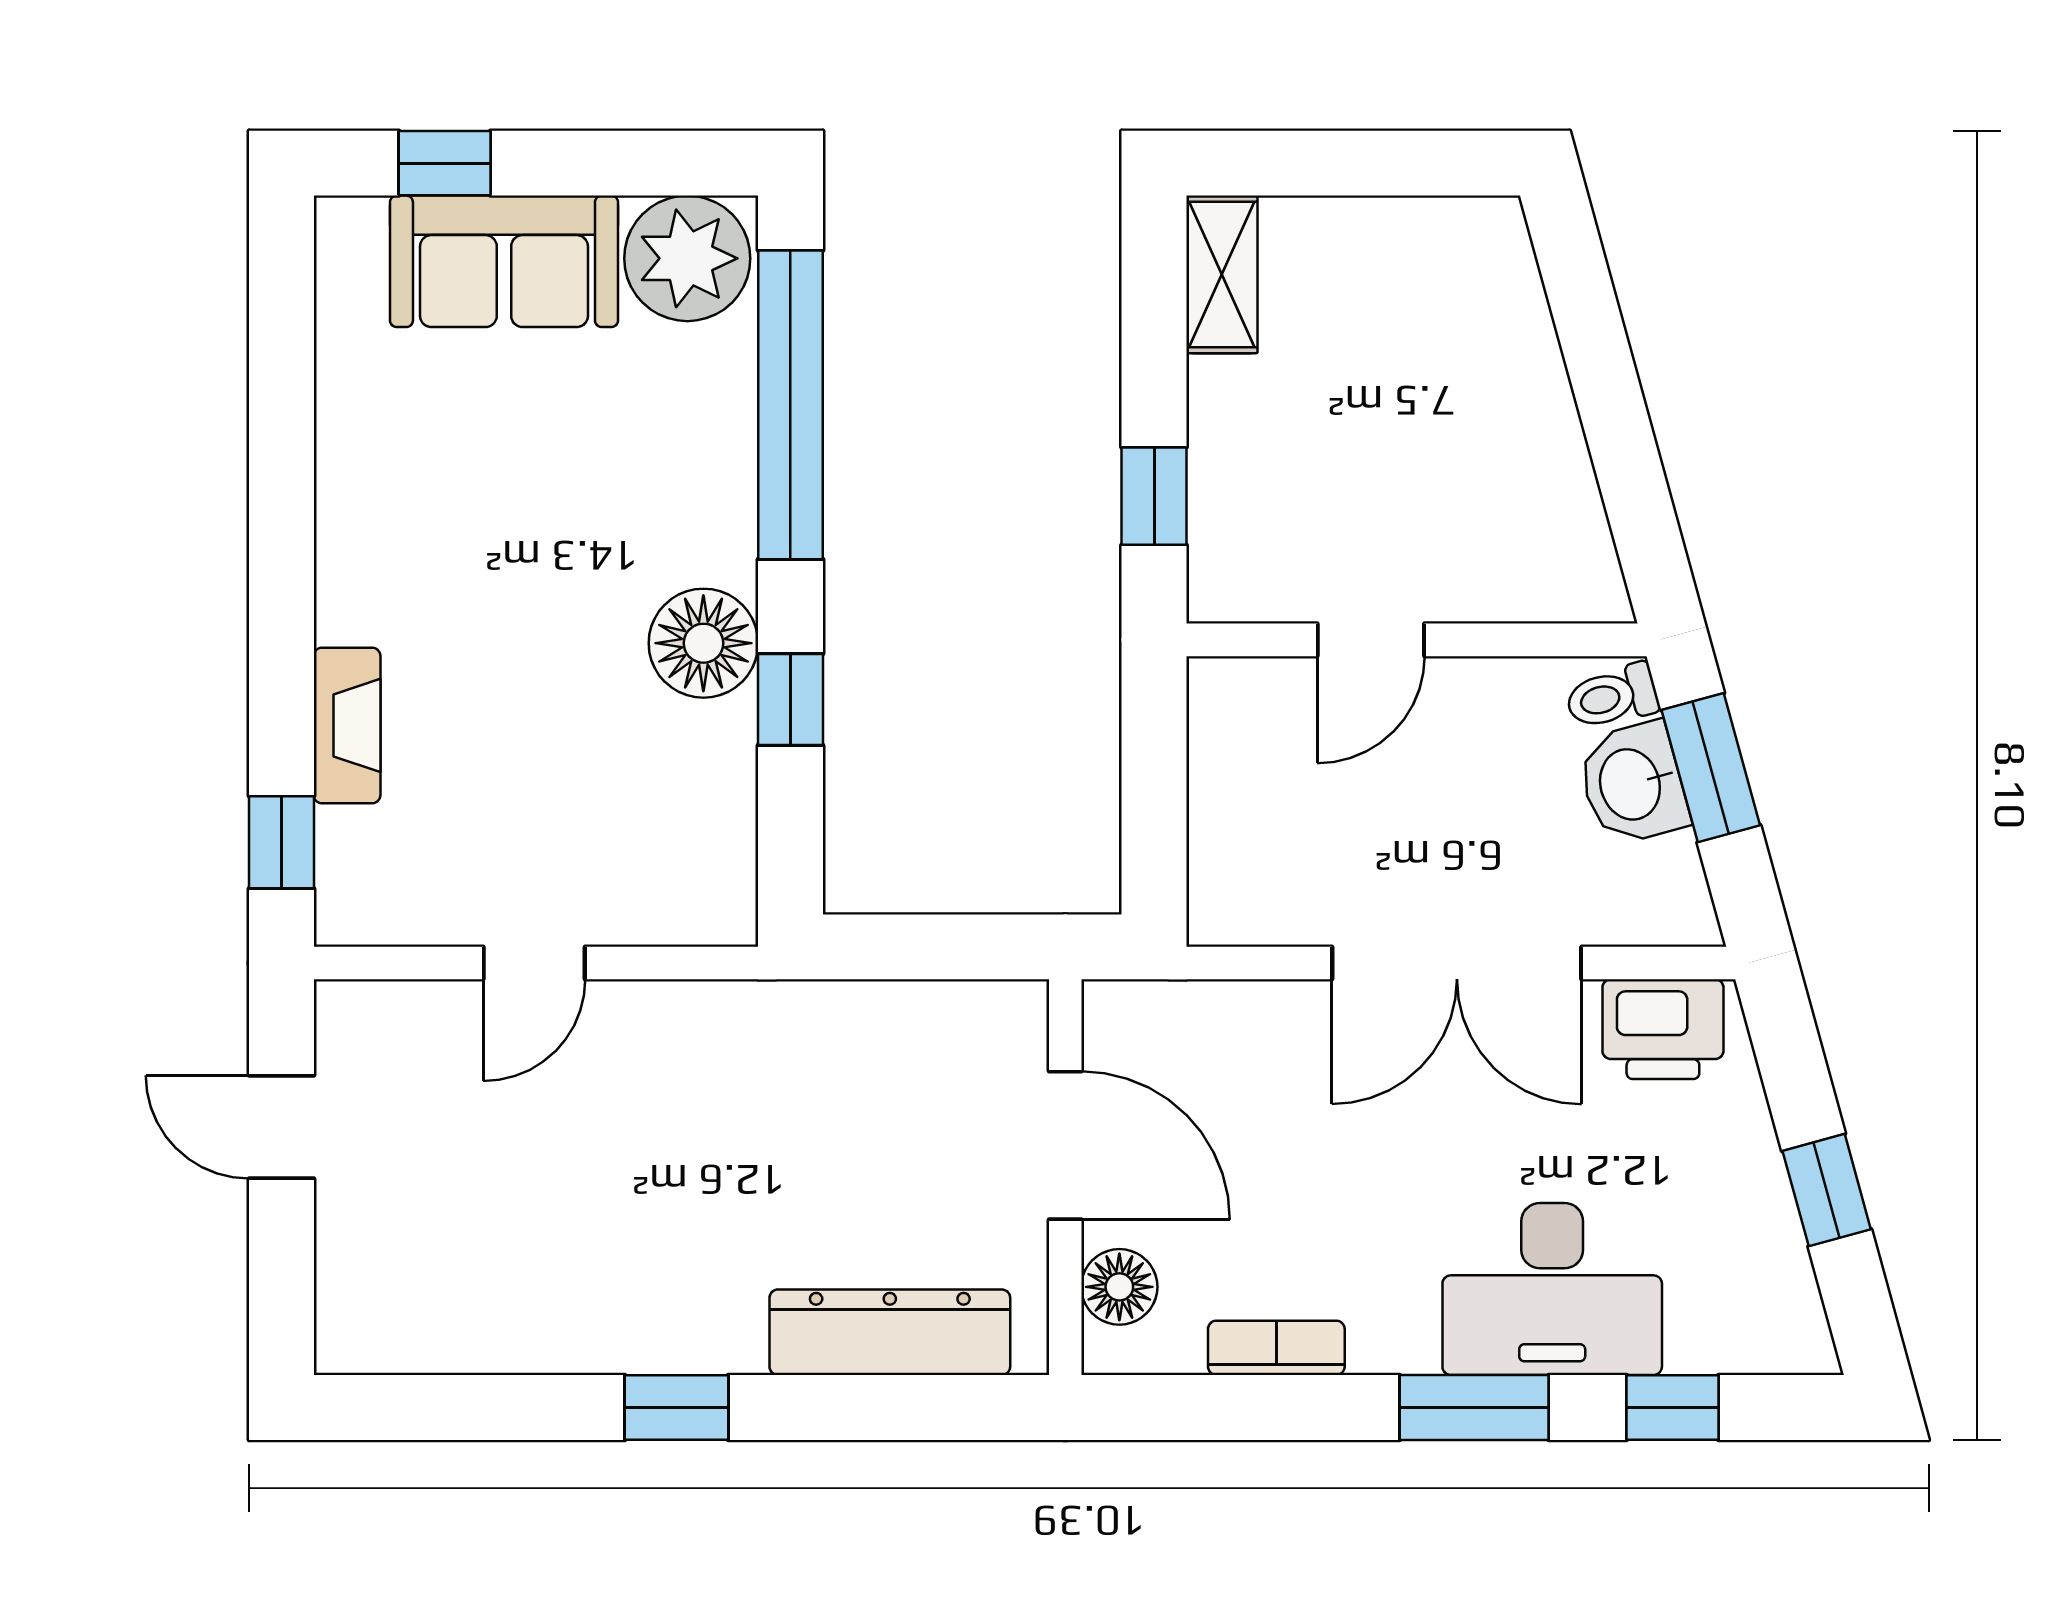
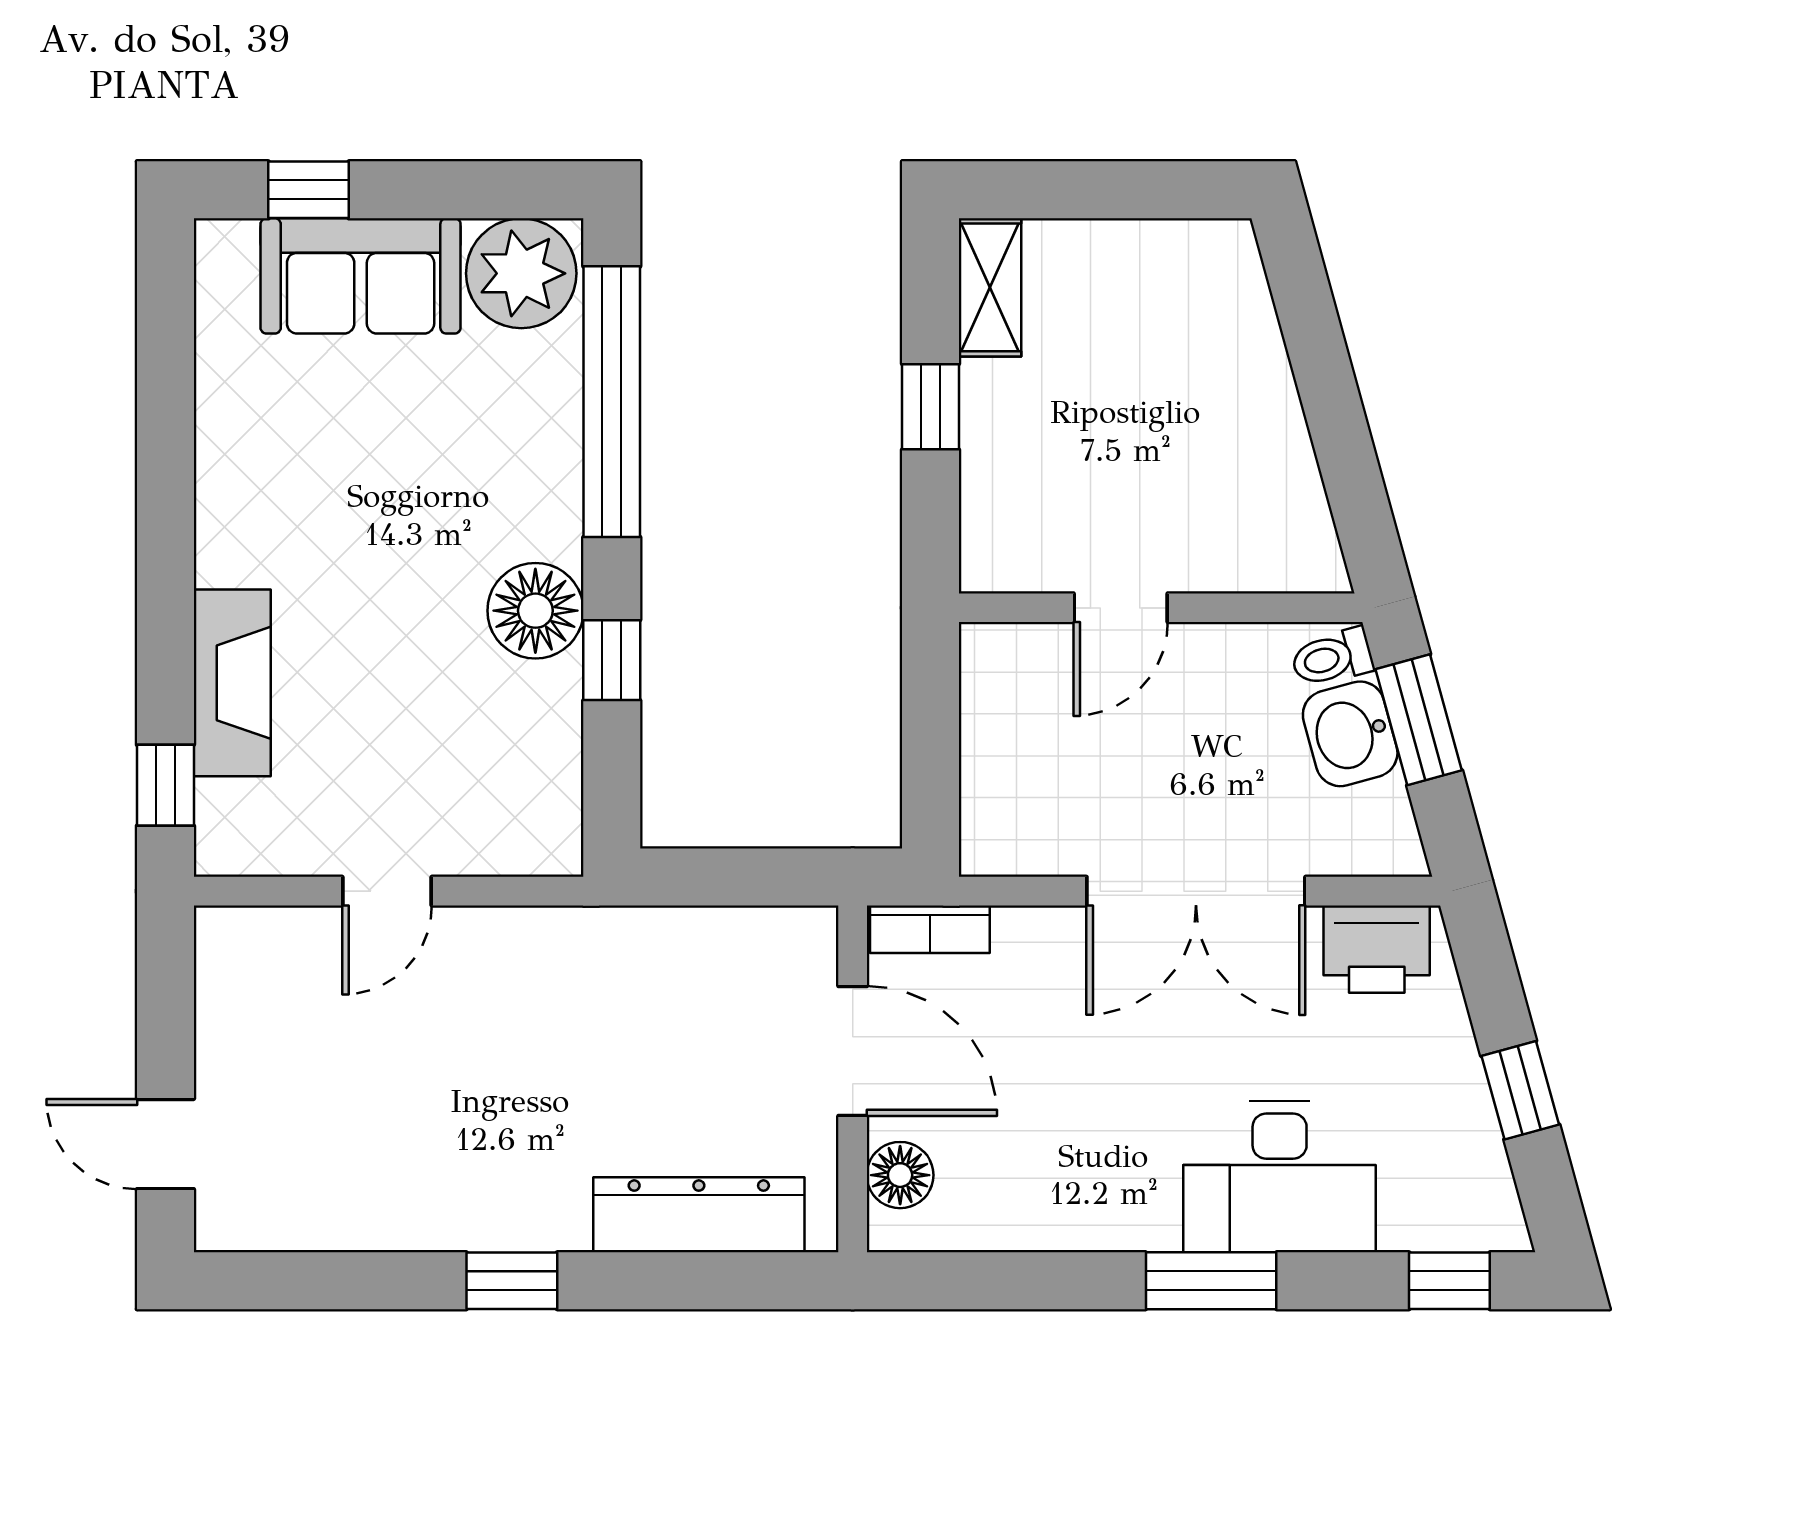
window: (1154, 496) -> (931, 407), moved
fireplace: (347, 725) -> (232, 683), width x1.37, depth x1.32
door: (281, 1127) -> (165, 1144), moved
bookcase: (1276, 1348) -> (930, 929), moved, turned 180
window: (1672, 1407) -> (1449, 1281), moved

